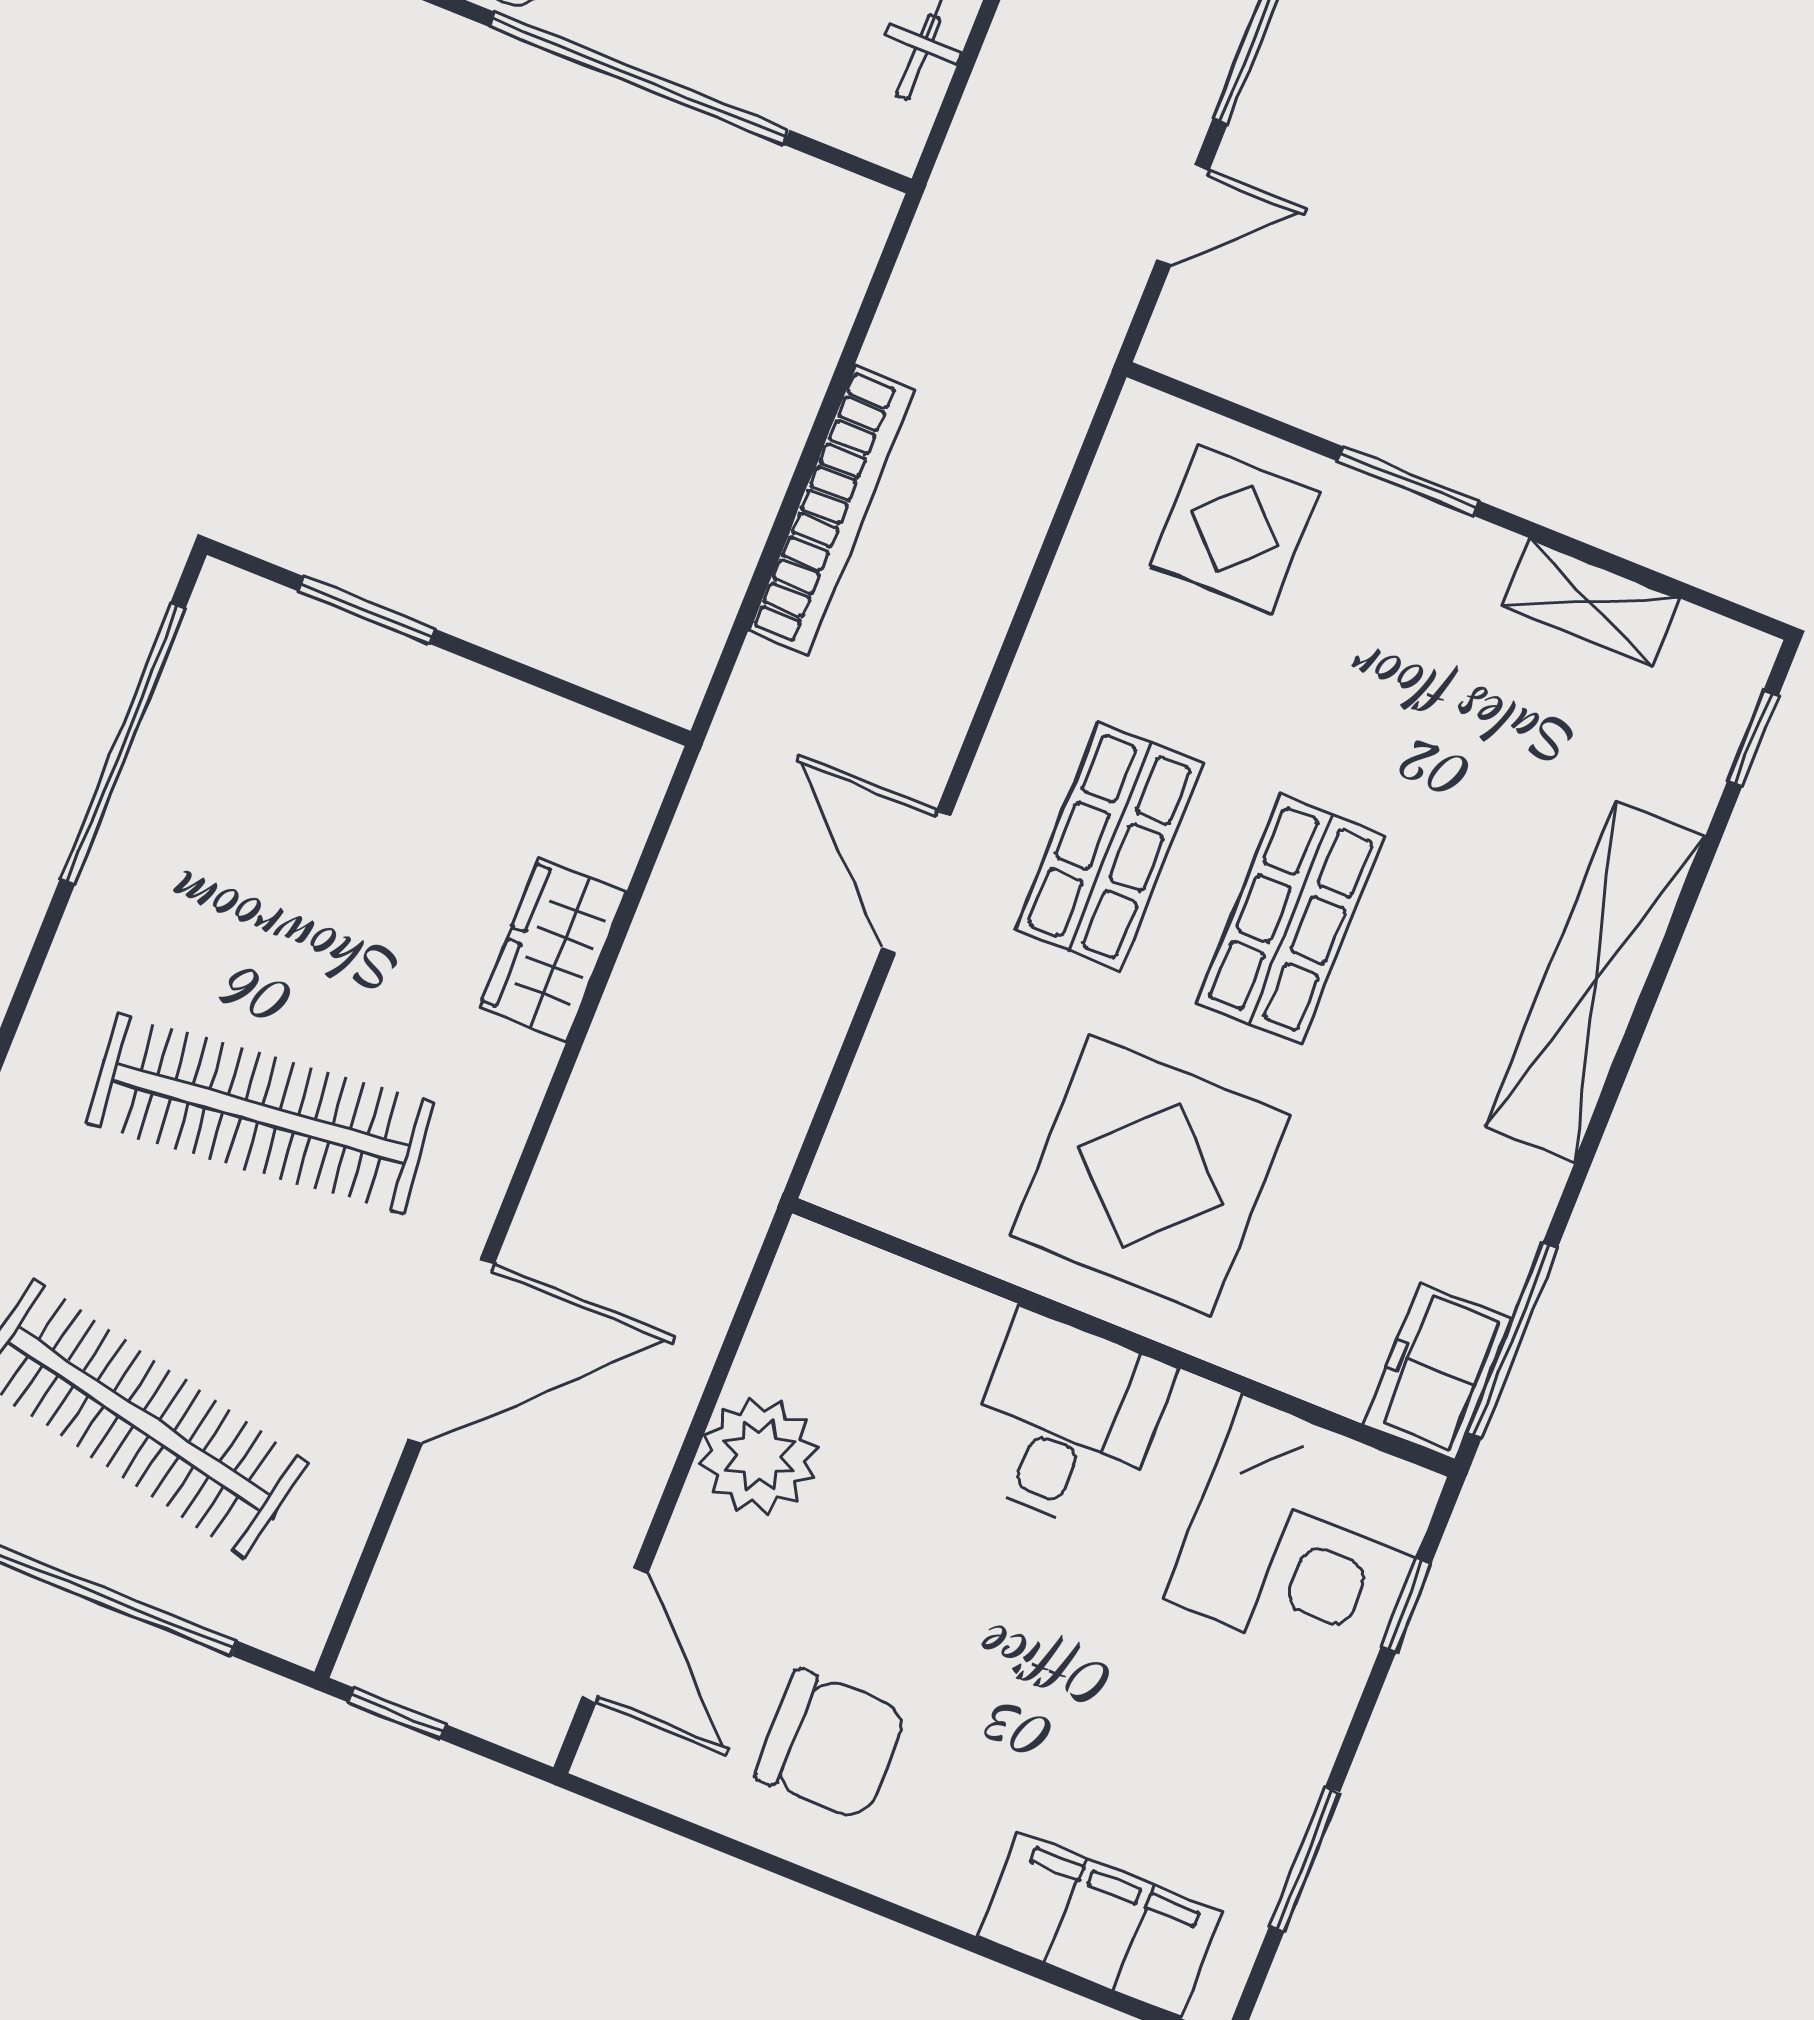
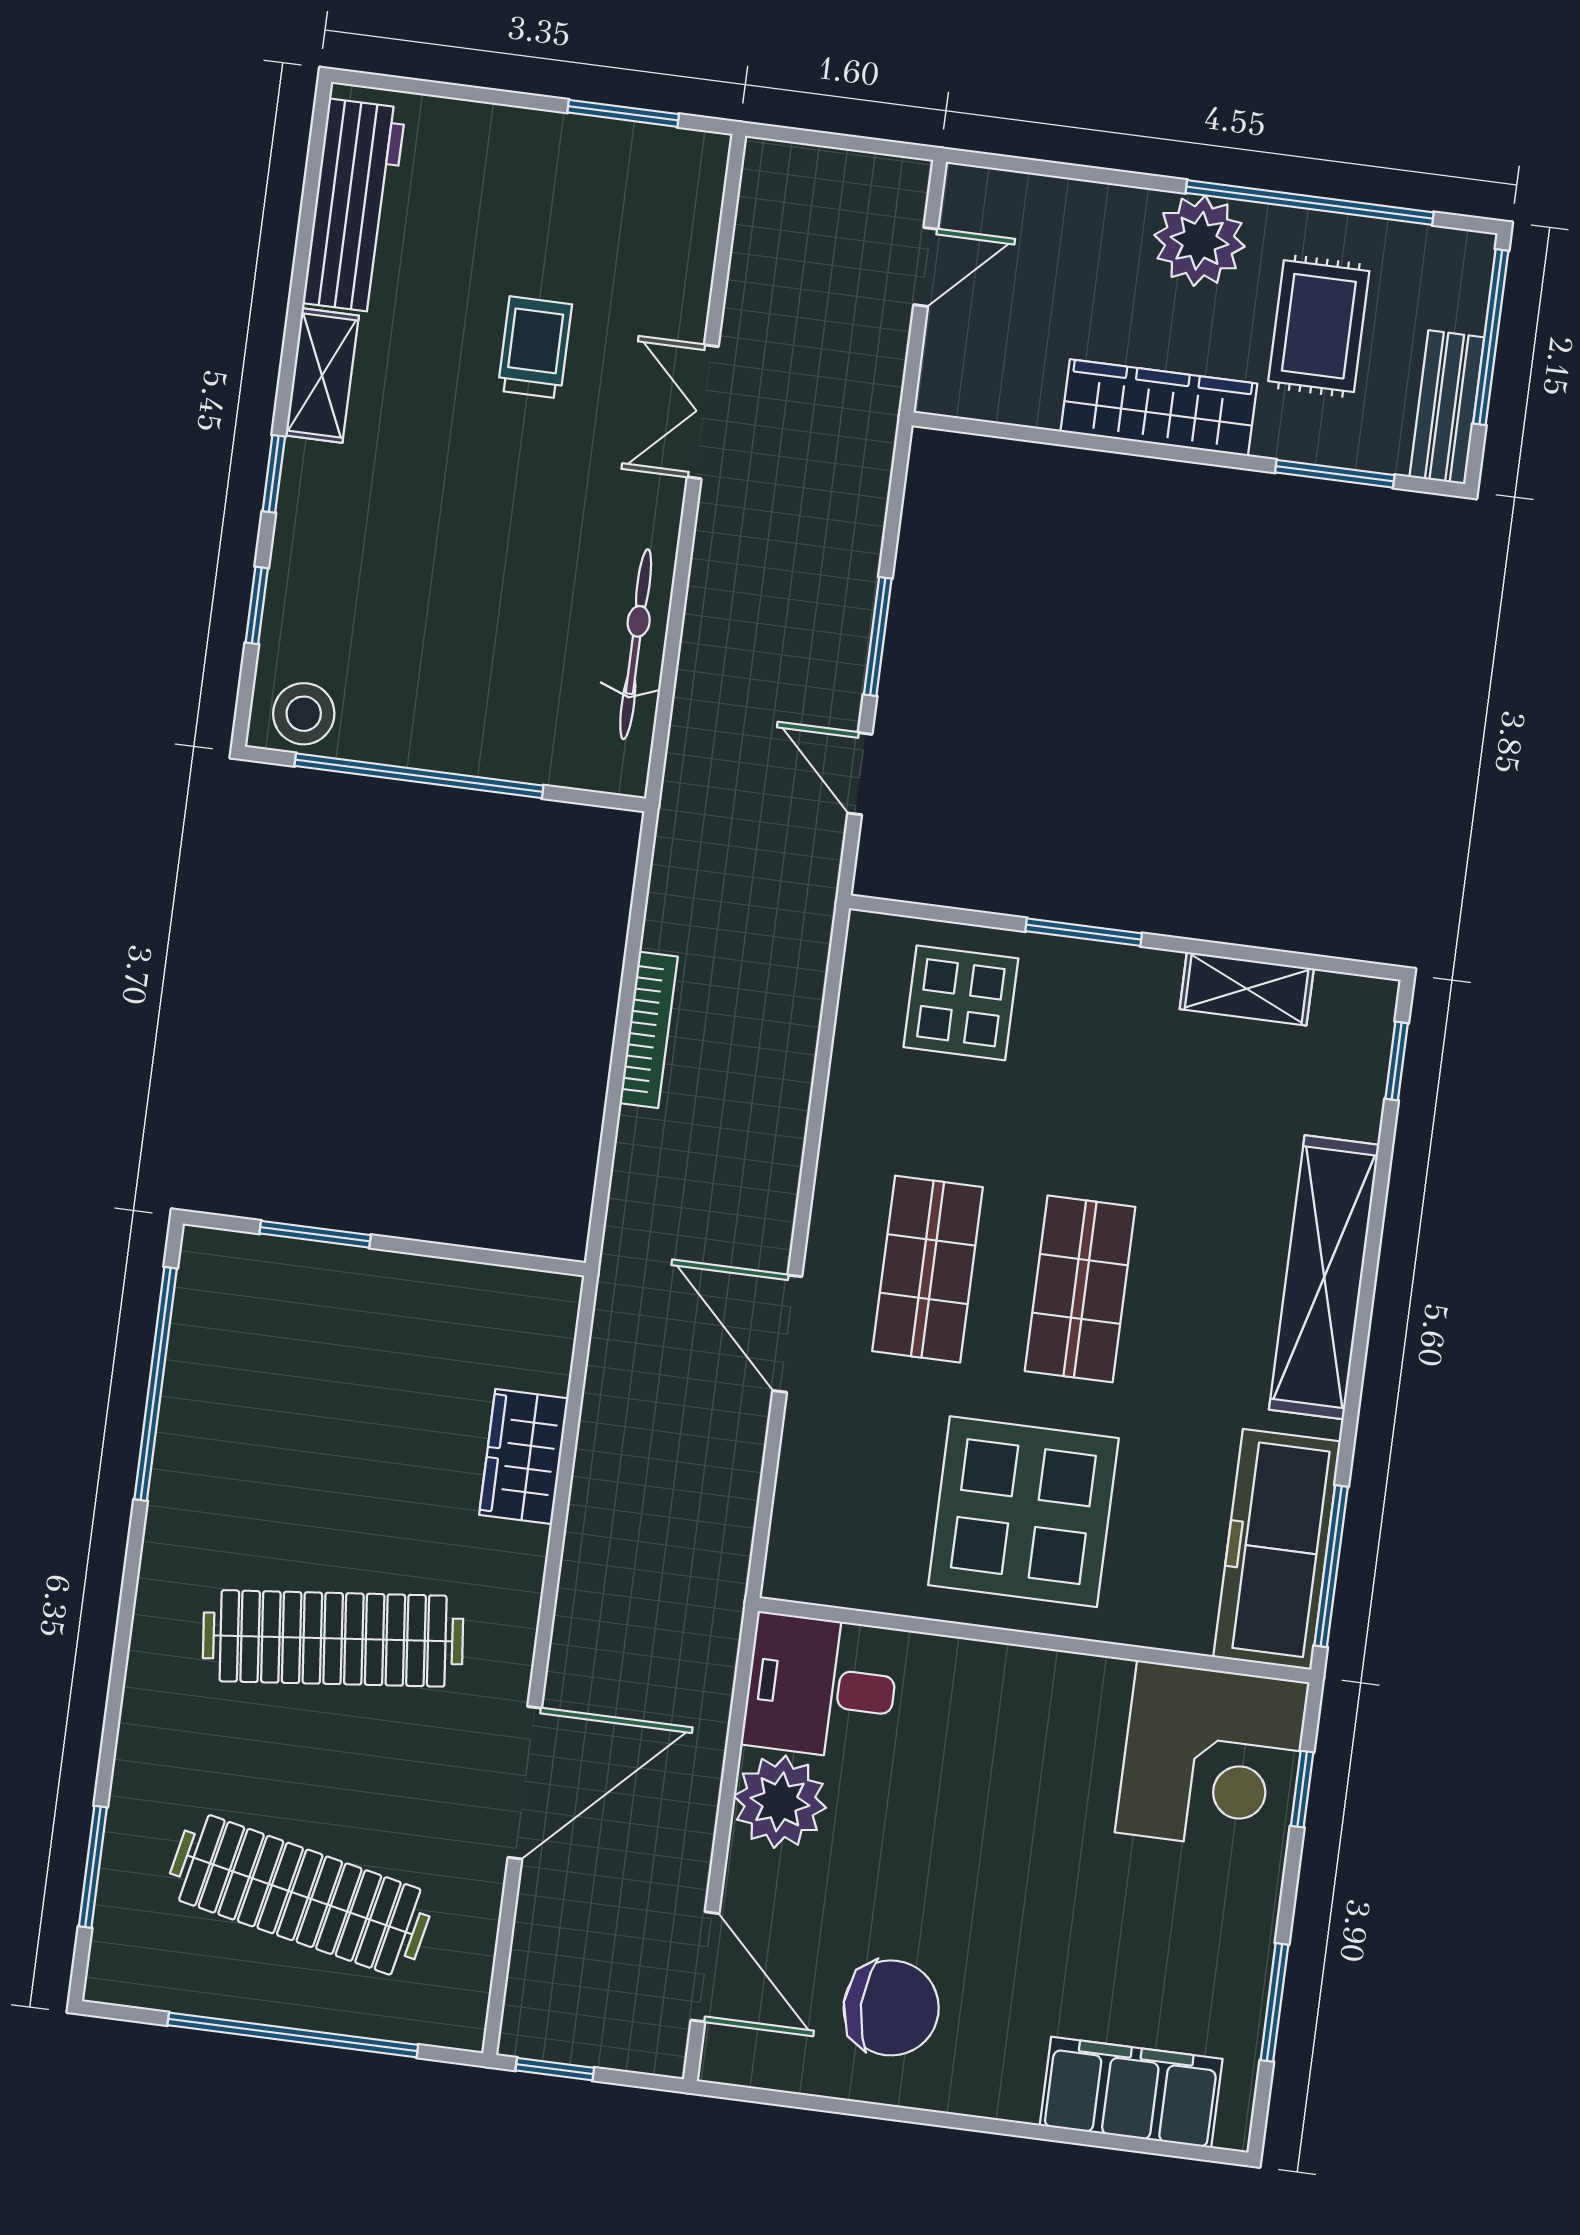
door: (1183, 215) -> (860, 774), swing flipped
bookcase: (832, 510) -> (649, 1030), width x0.68, depth x0.76
freezer: (1437, 1371) -> (1277, 1549), width x1.91, depth x1.26
desk: (1065, 1422) -> (821, 1687), moved, turned -90

